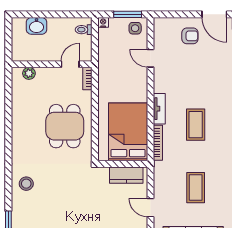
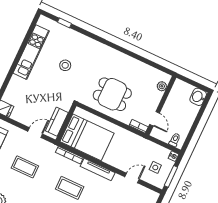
washbasin: (37, 26) -> (198, 97), moved
side table: (135, 28) -> (155, 167), moved
tv unit: (159, 109) -> (98, 170), width x1.41
stool: (26, 184) -> (65, 65), moved
door: (151, 208) -> (35, 133), moved

